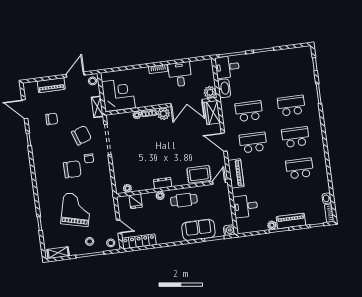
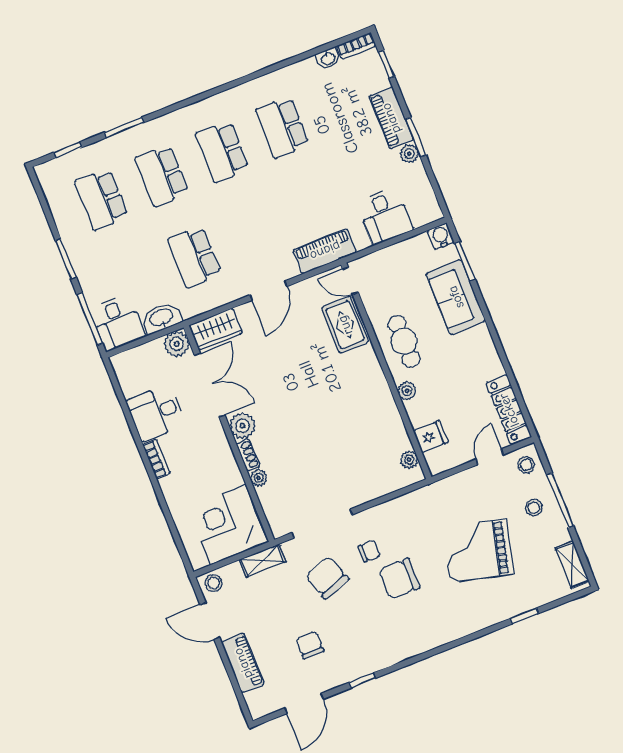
school desk: (253, 143) -> (102, 200), moved
chair: (72, 169) -> (399, 579), turned -90
dresser: (163, 183) -> (381, 392), removed

